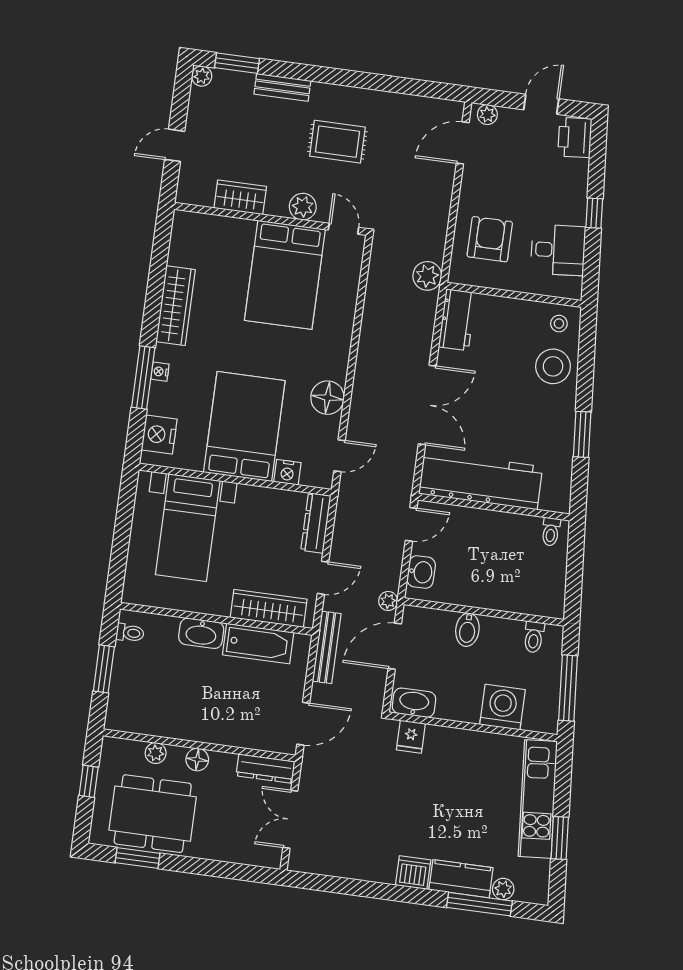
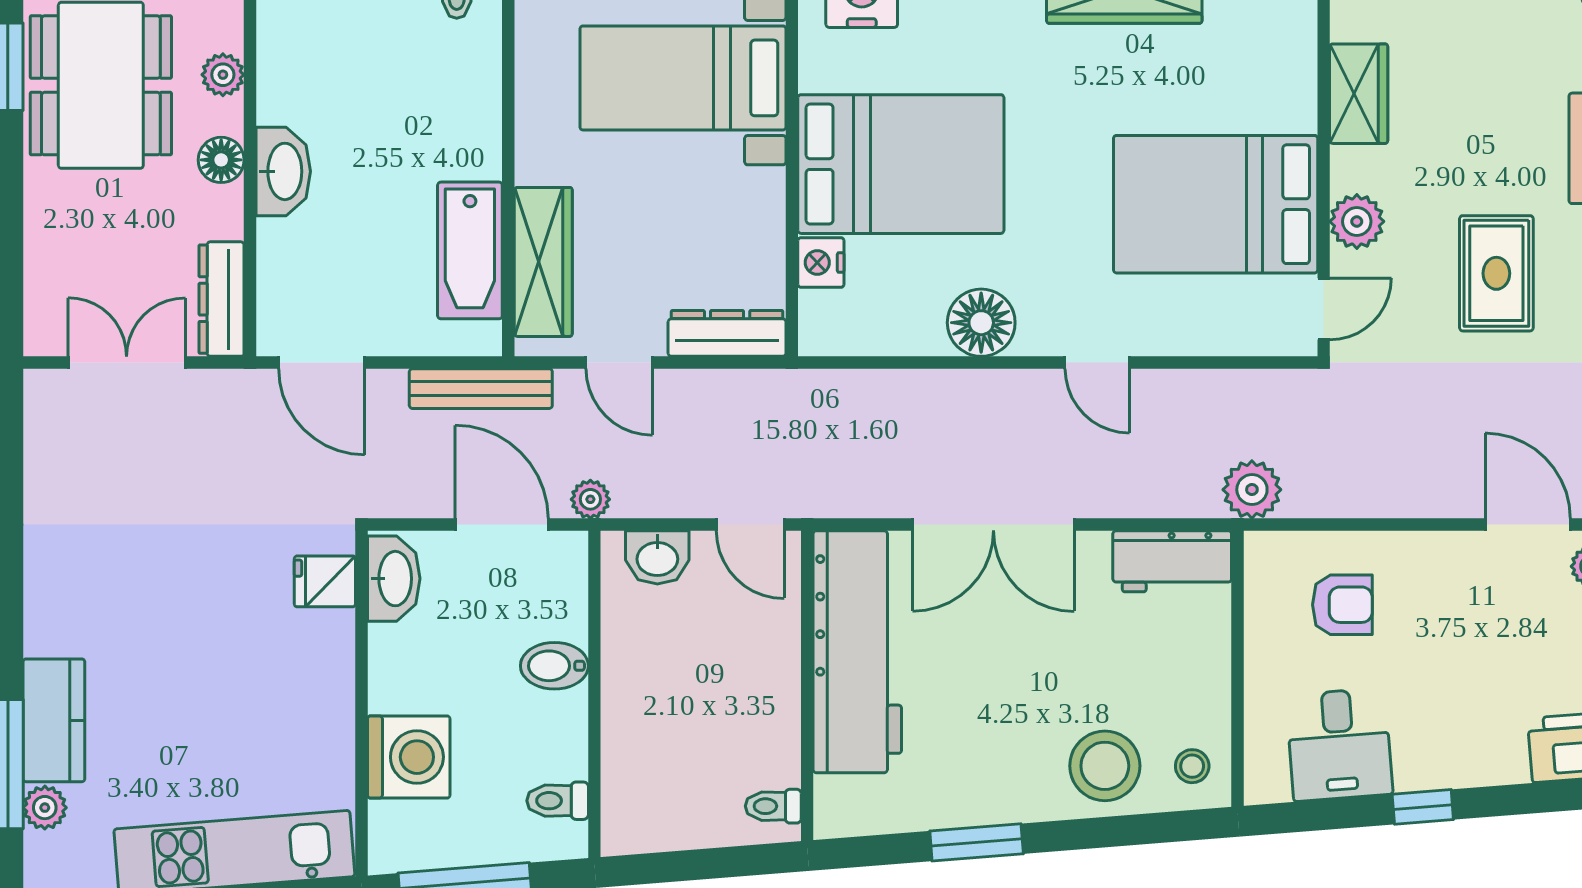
armchair: (490, 239) -> (1342, 605), width x0.72, depth x0.72
door: (340, 456) -> (1097, 363), moved
washbasin: (201, 633) -> (283, 171), moved, turned 180
dishwasher: (413, 873) -> (53, 623), removed

